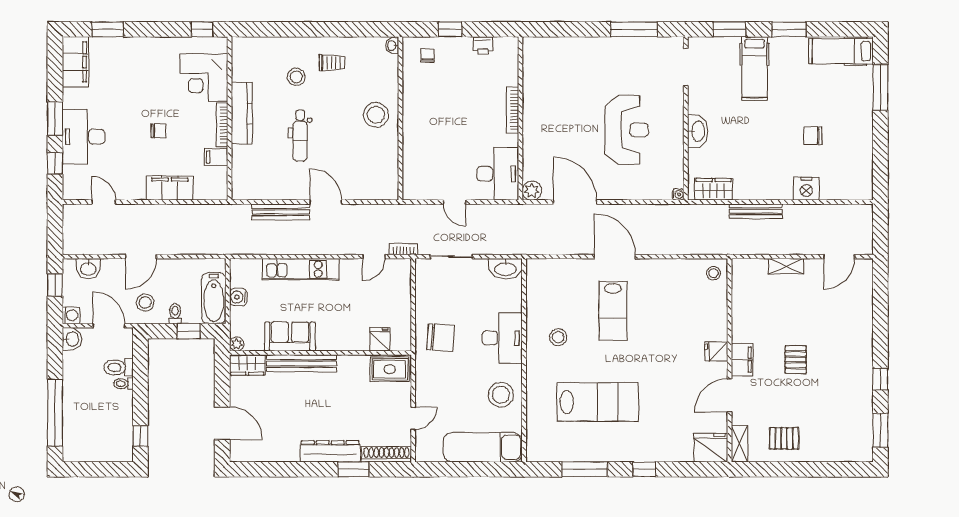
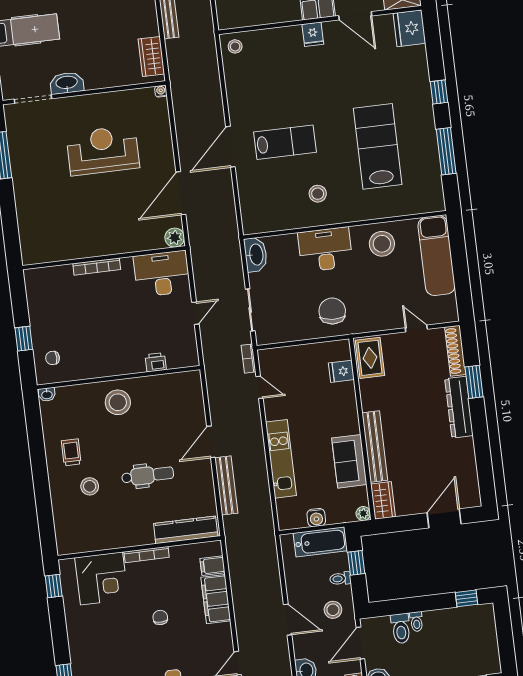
printer: (483, 45) -> (156, 362), moved, turned -90
kitchen counter: (242, 113) -> (186, 530), moved
washbasin: (698, 131) -> (67, 83), moved
filing cabinet: (216, 157) -> (212, 566), moved, turned 90

